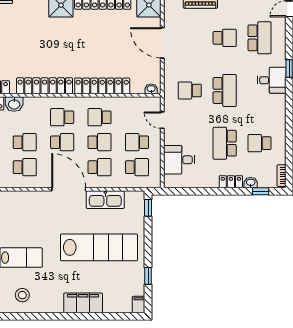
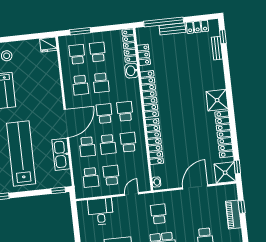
school desk: (62, 142) -> (104, 114), turned 180
lab bench: (99, 247) -> (21, 153), turned 180

